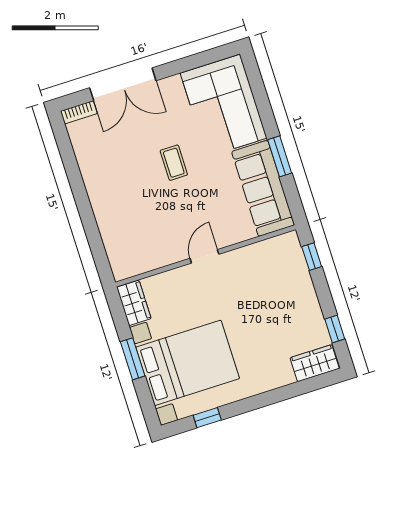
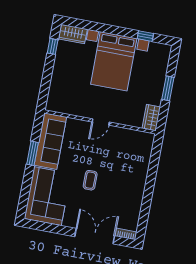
window: (312, 257) -> (44, 91), removed
bed with nightstands: (188, 363) -> (114, 61), moved, turned -90

